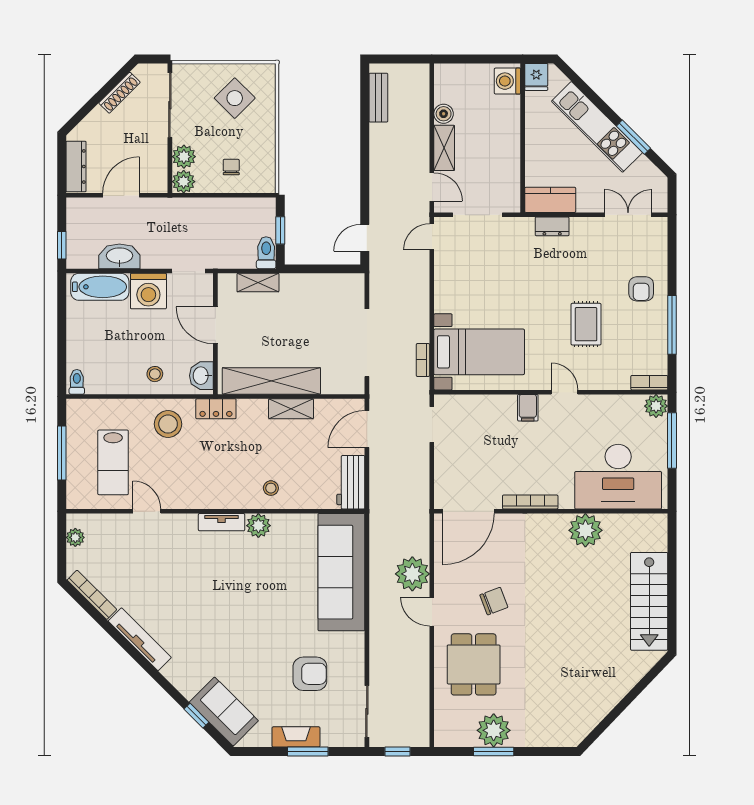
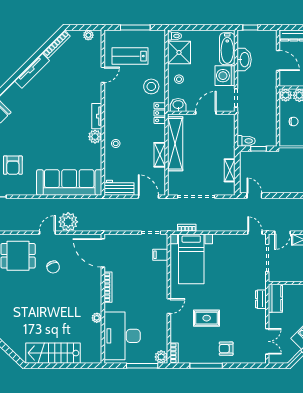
shelving: (258, 283) -> (230, 170), moved
shower: (107, 374) -> (179, 52), added
filing cabinet: (528, 408) -> (160, 255), moved
plant: (585, 530) -> (97, 318), width x0.53, depth x0.53

